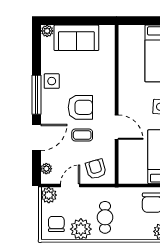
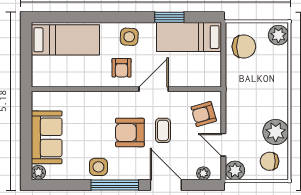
armchair: (135, 100) -> (122, 68), added
armchair: (80, 107) -> (130, 132), turned -90
cafe table: (105, 217) -> (261, 103), removed

